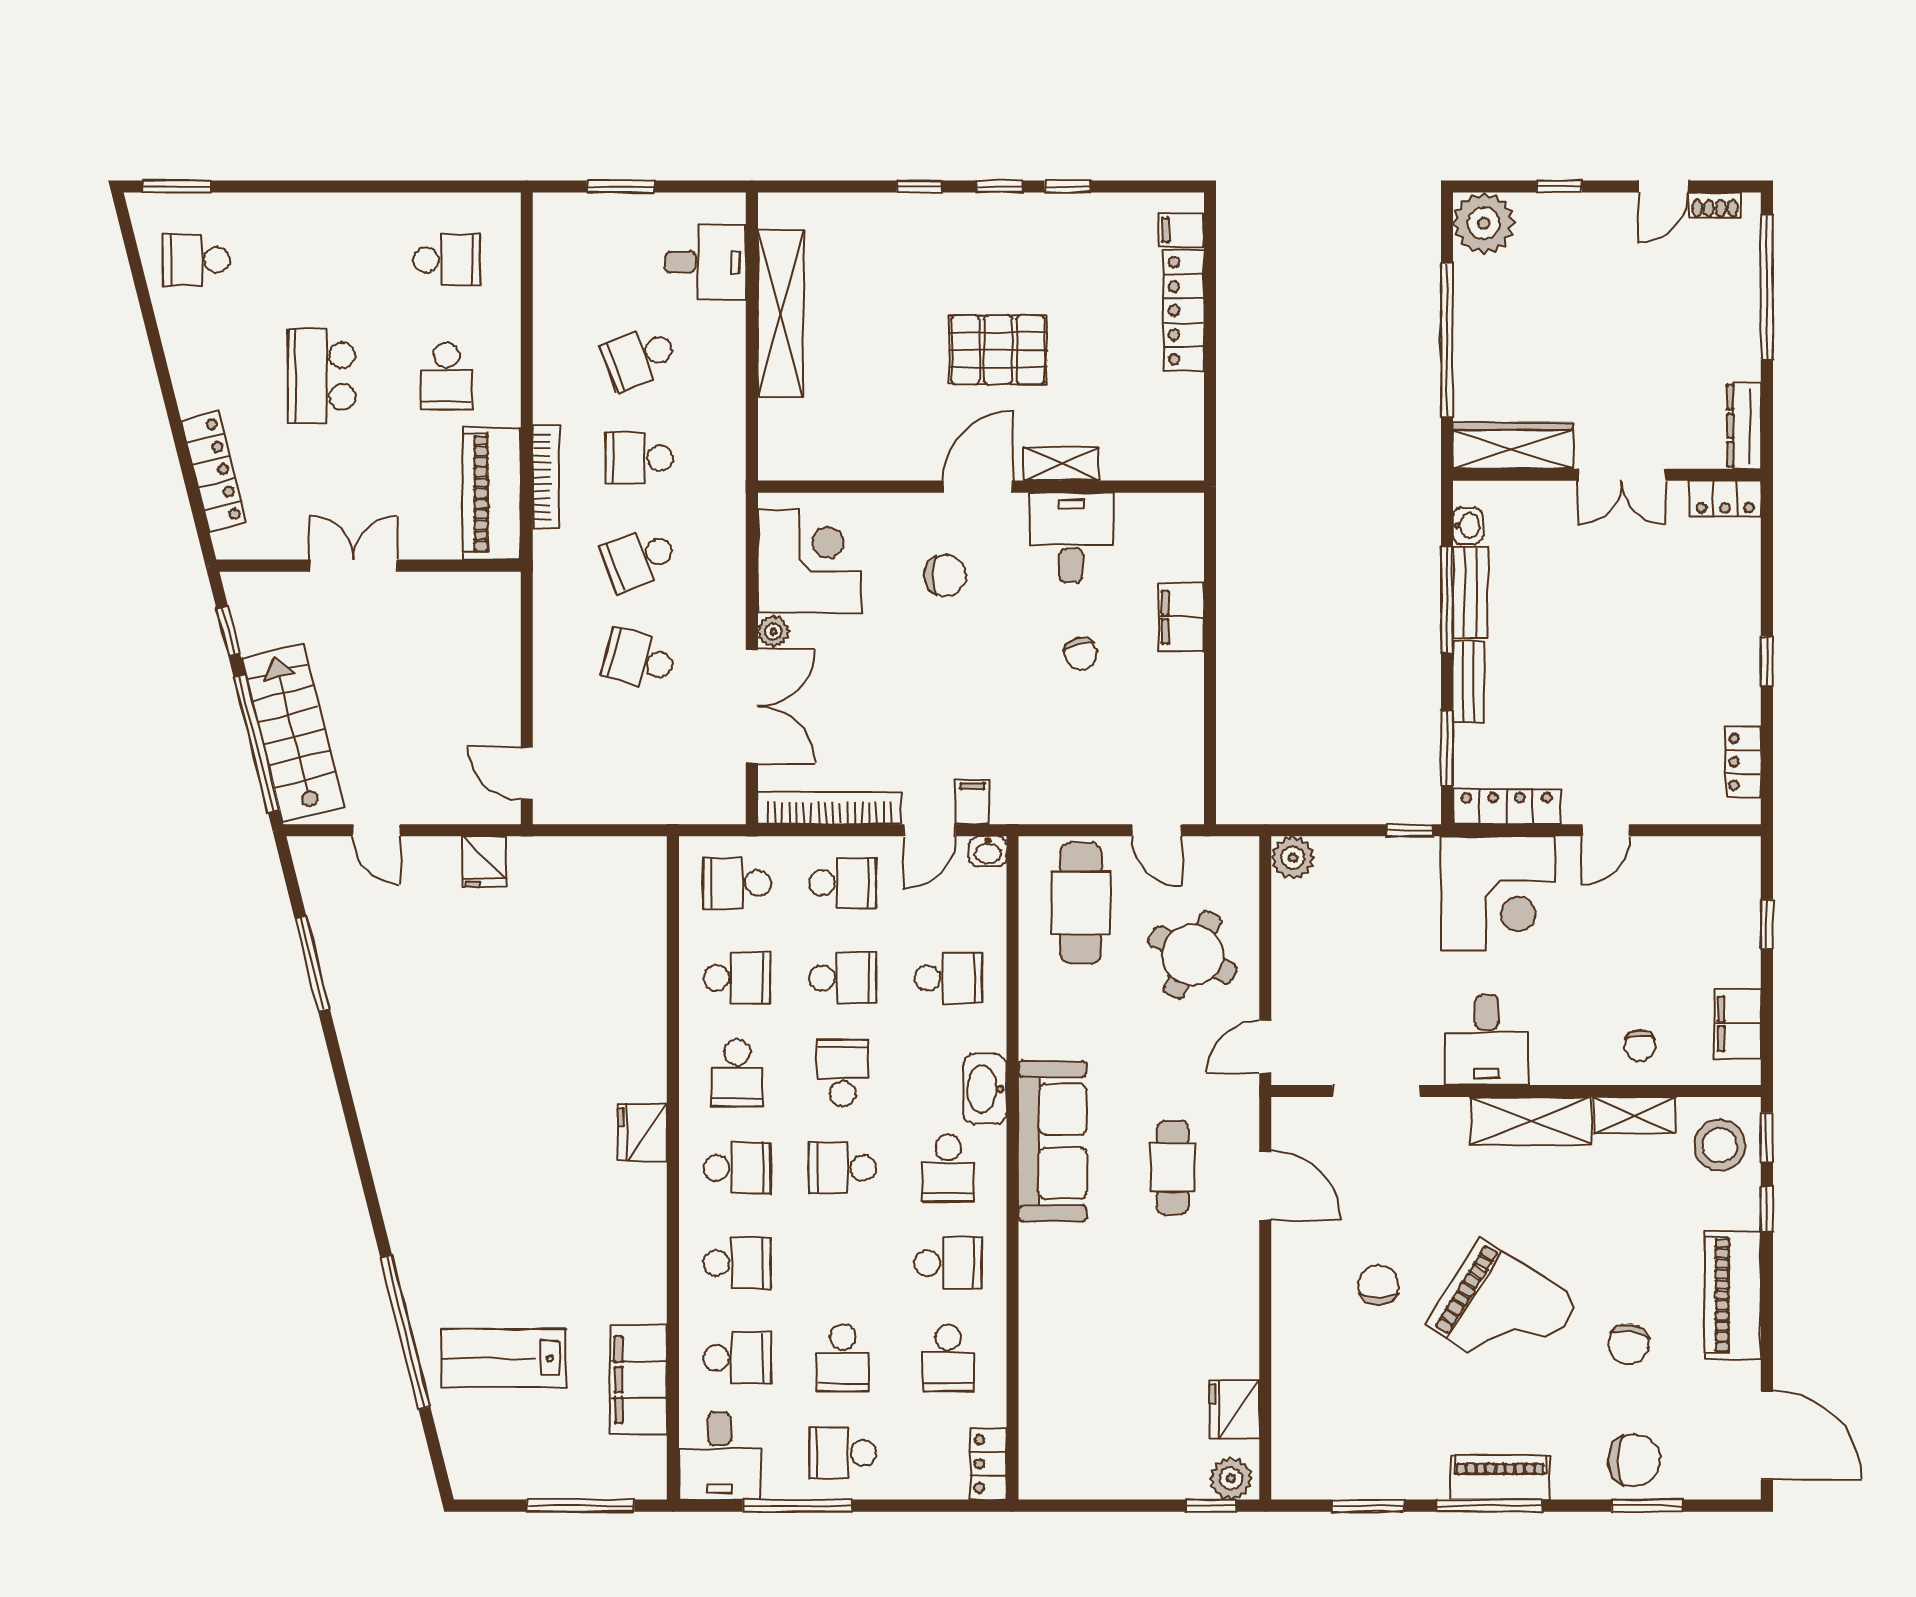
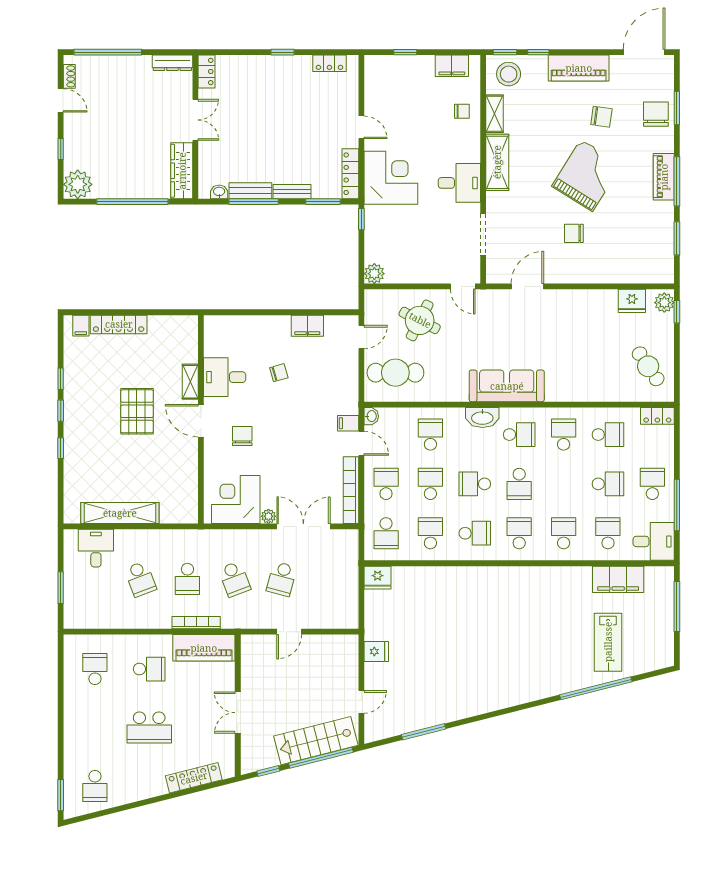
filing cabinet: (1181, 617) -> (307, 326), moved
door: (527, 773) -> (289, 632), moved
fridge: (642, 1132) -> (378, 578), moved
cafe table: (1172, 1168) -> (648, 366), moved, turned 56
school desk: (843, 1453) -> (652, 484), turned 180

